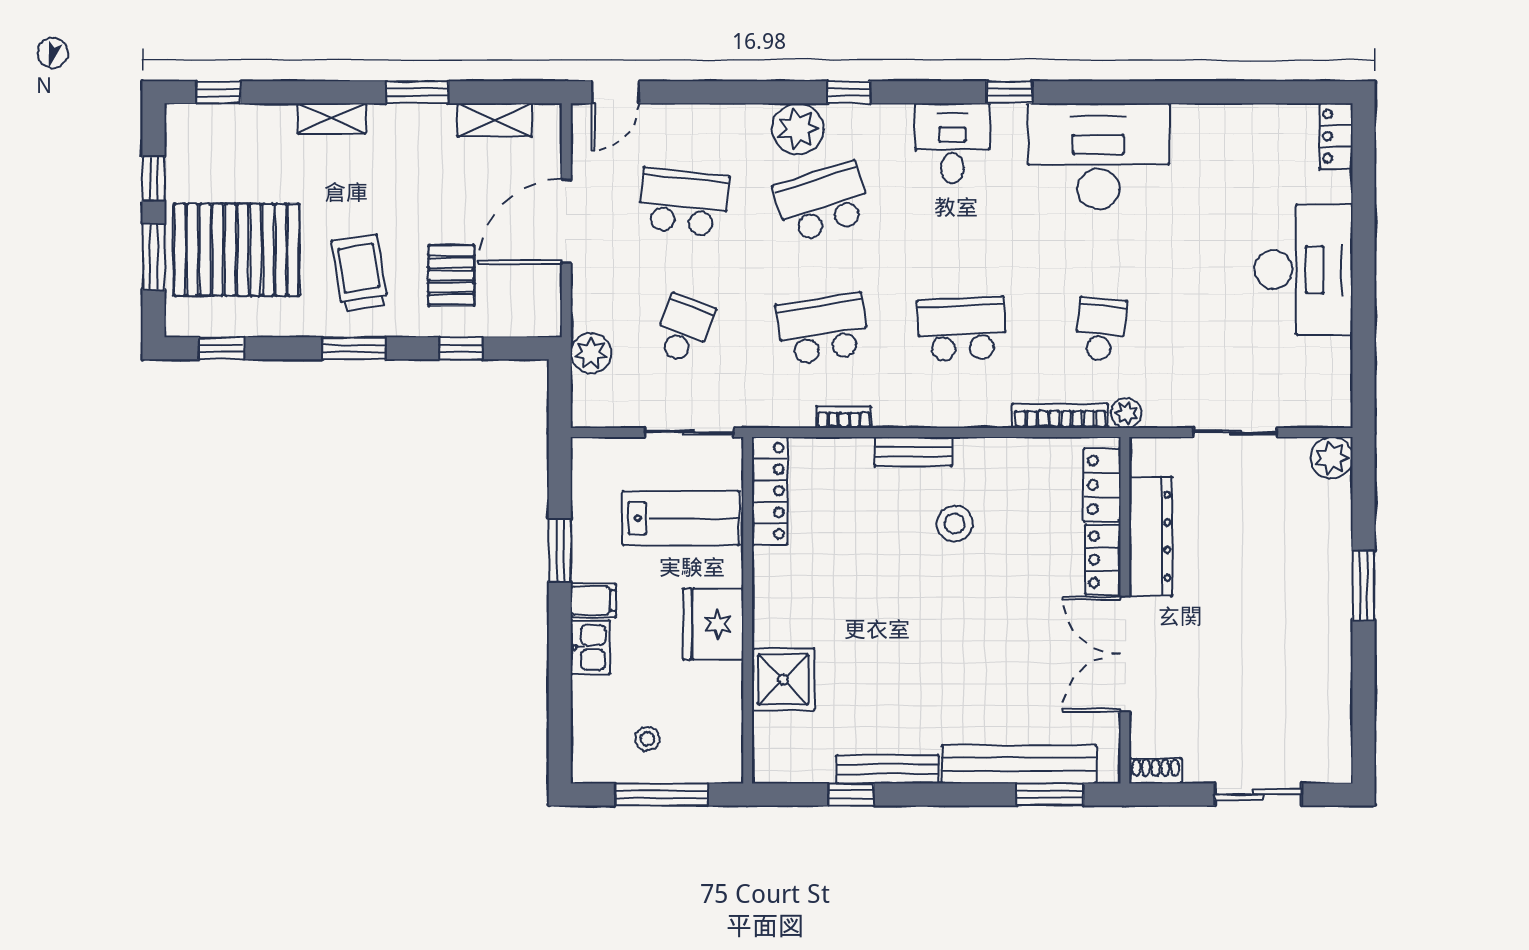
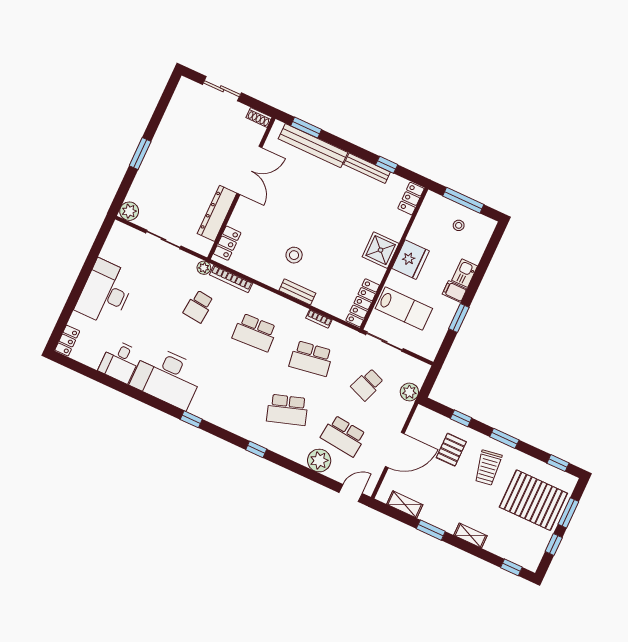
plant: (798, 129) -> (319, 461), moved
desk: (952, 143) -> (120, 361), moved
lab bench: (681, 518) -> (404, 309), turned 180
locker: (1103, 559) -> (411, 199), moved, turned 180
shower: (783, 680) -> (381, 250), moved

